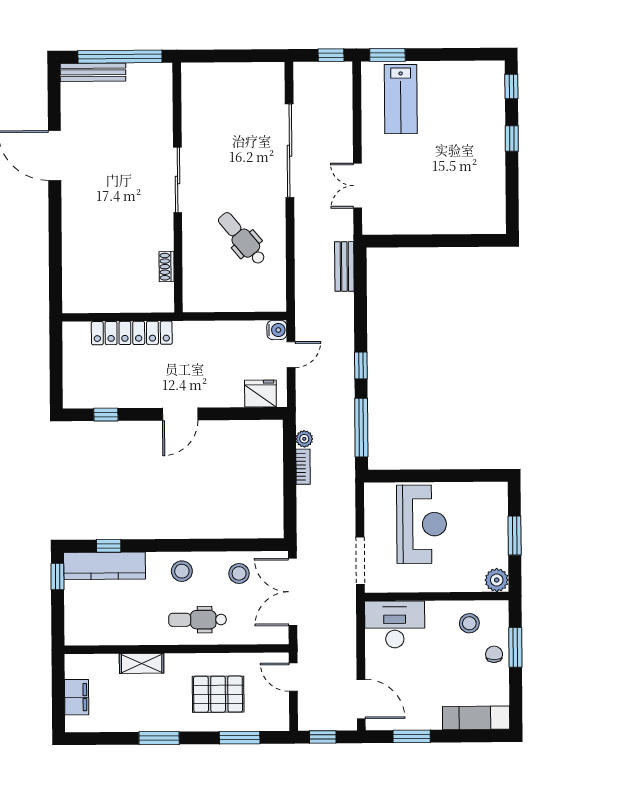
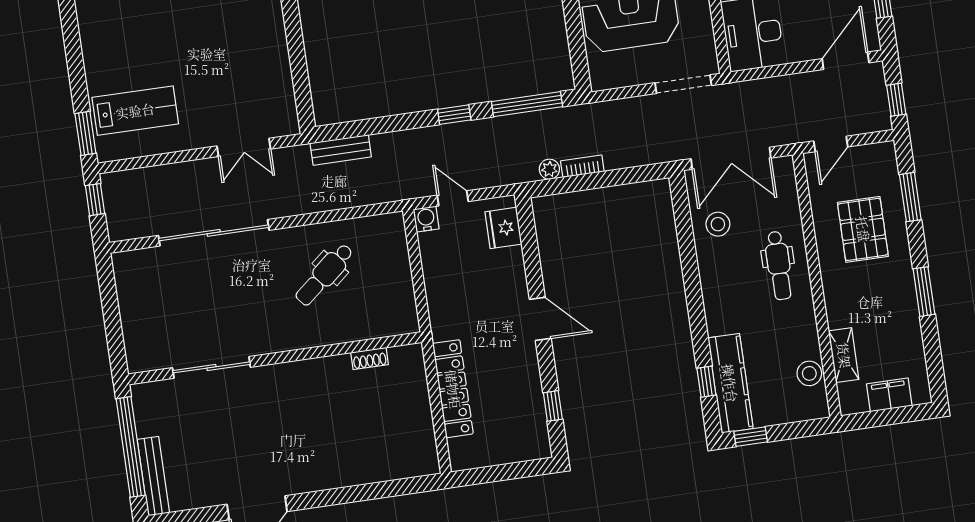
sliding door: (178, 180) -> (211, 367), moved
stool: (182, 571) -> (809, 373), moved
shelving: (142, 663) -> (844, 355), moved

